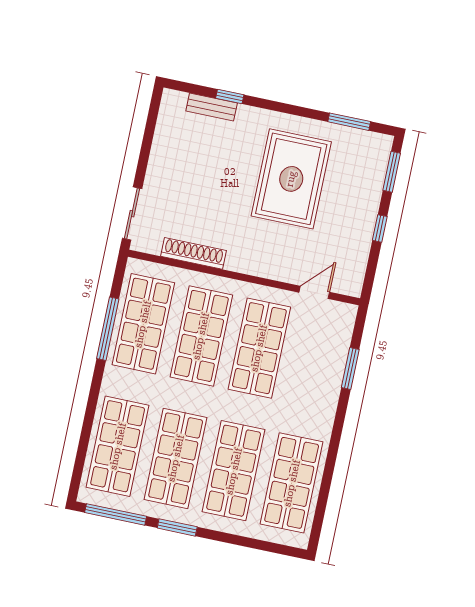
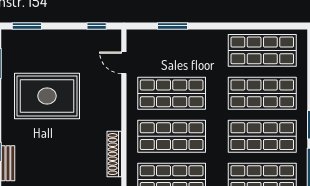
window: (380, 228) -> (97, 26), moved

